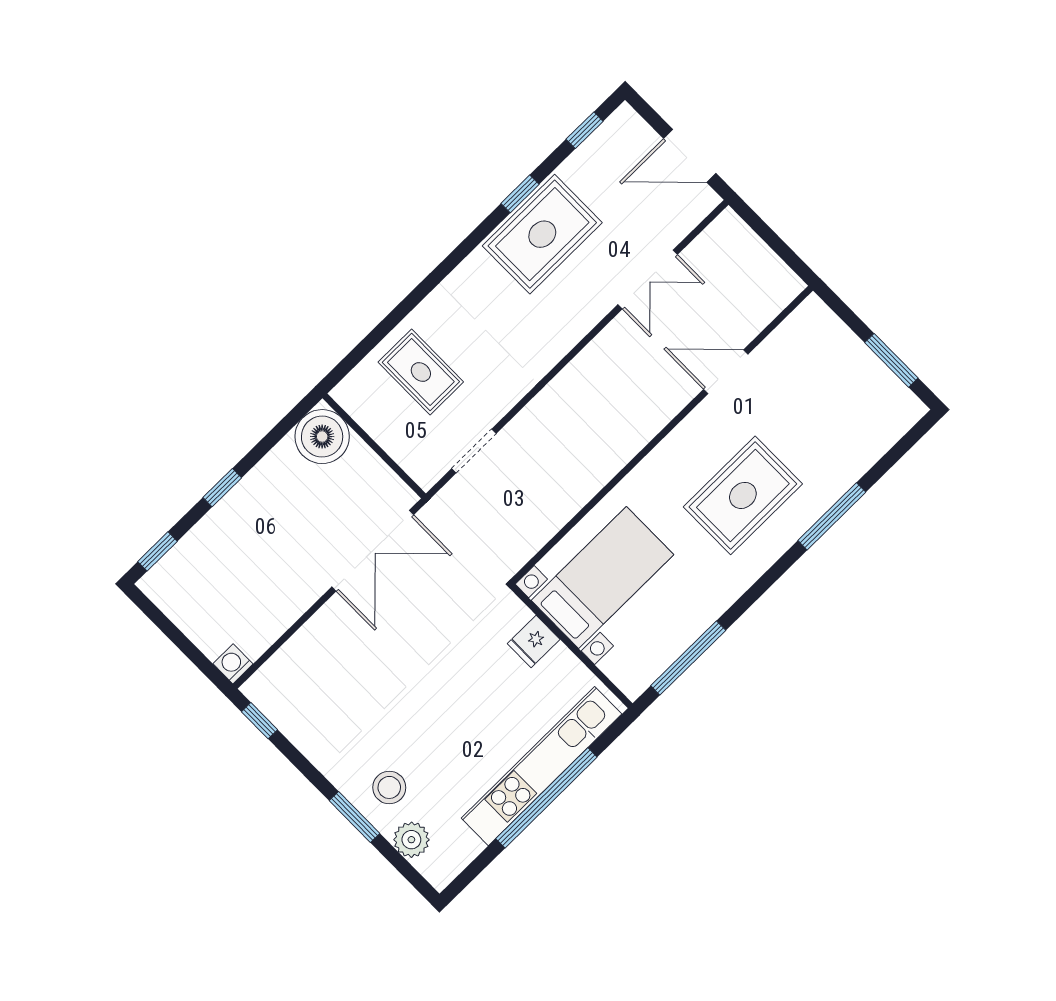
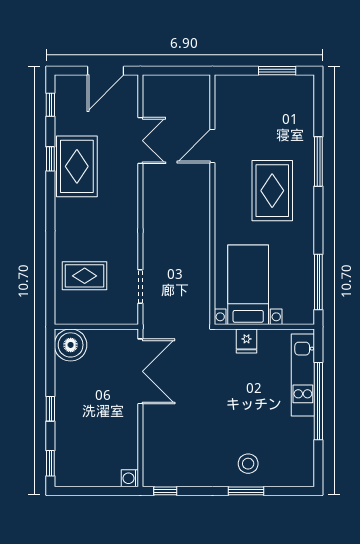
kitchen unit: (541, 766) -> (303, 375), width x0.73
plant: (411, 840) -> (280, 476), removed

